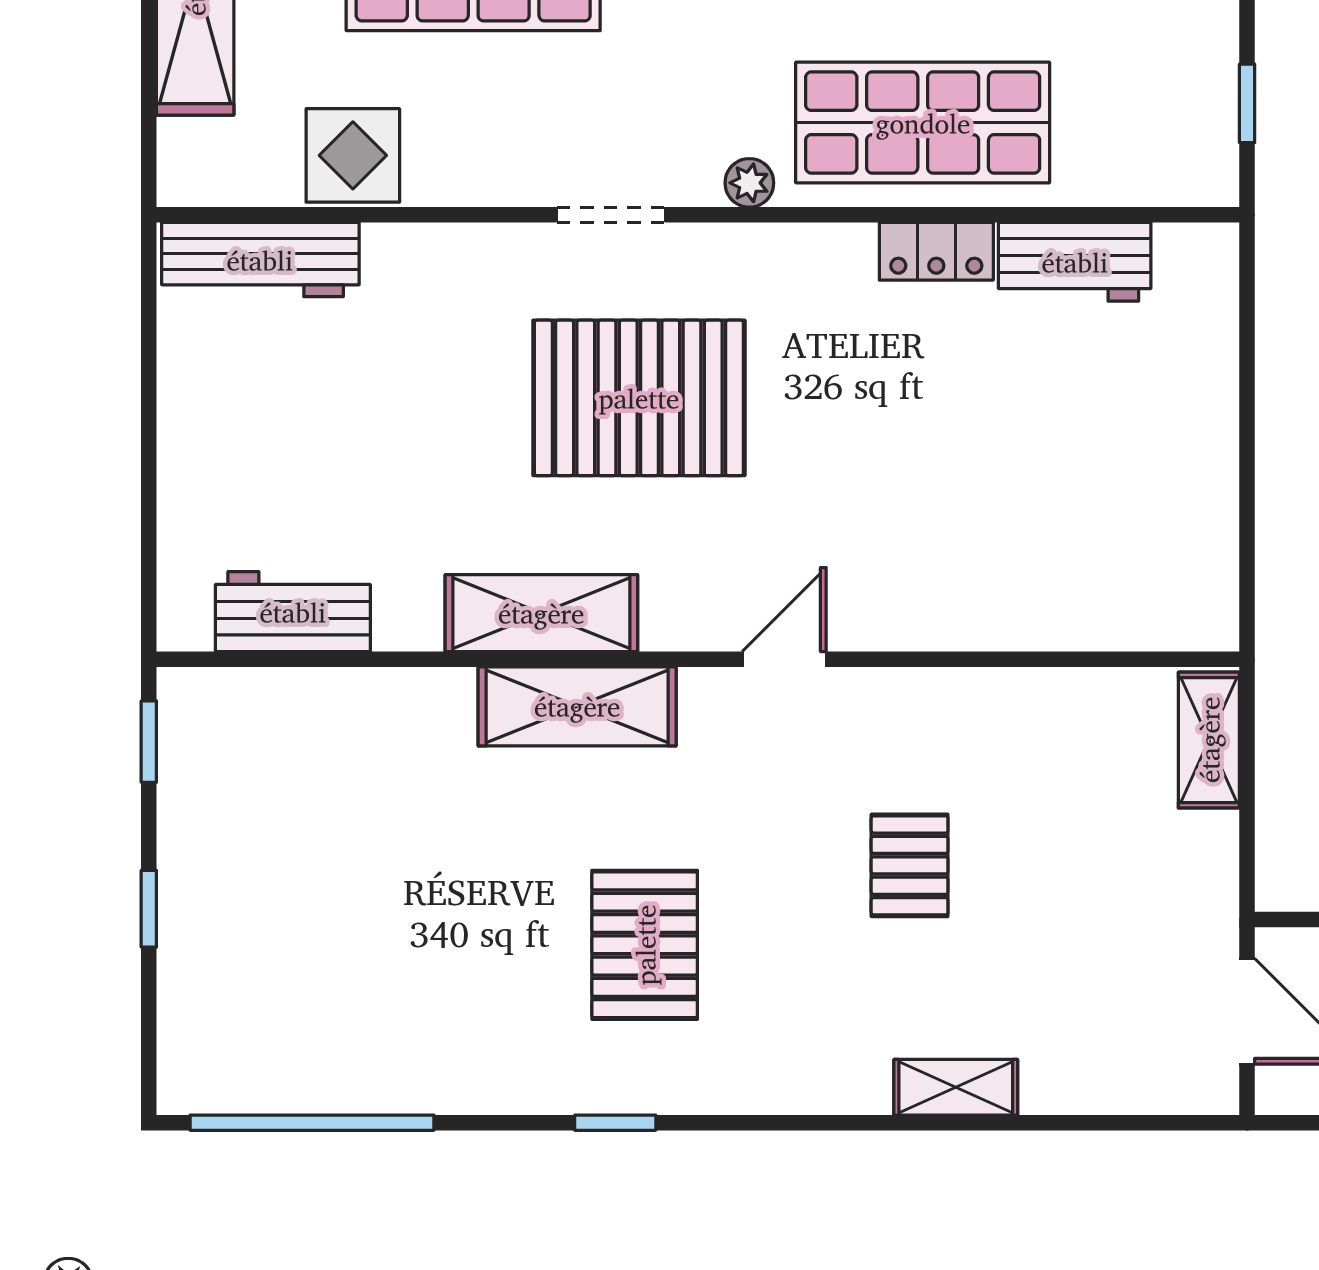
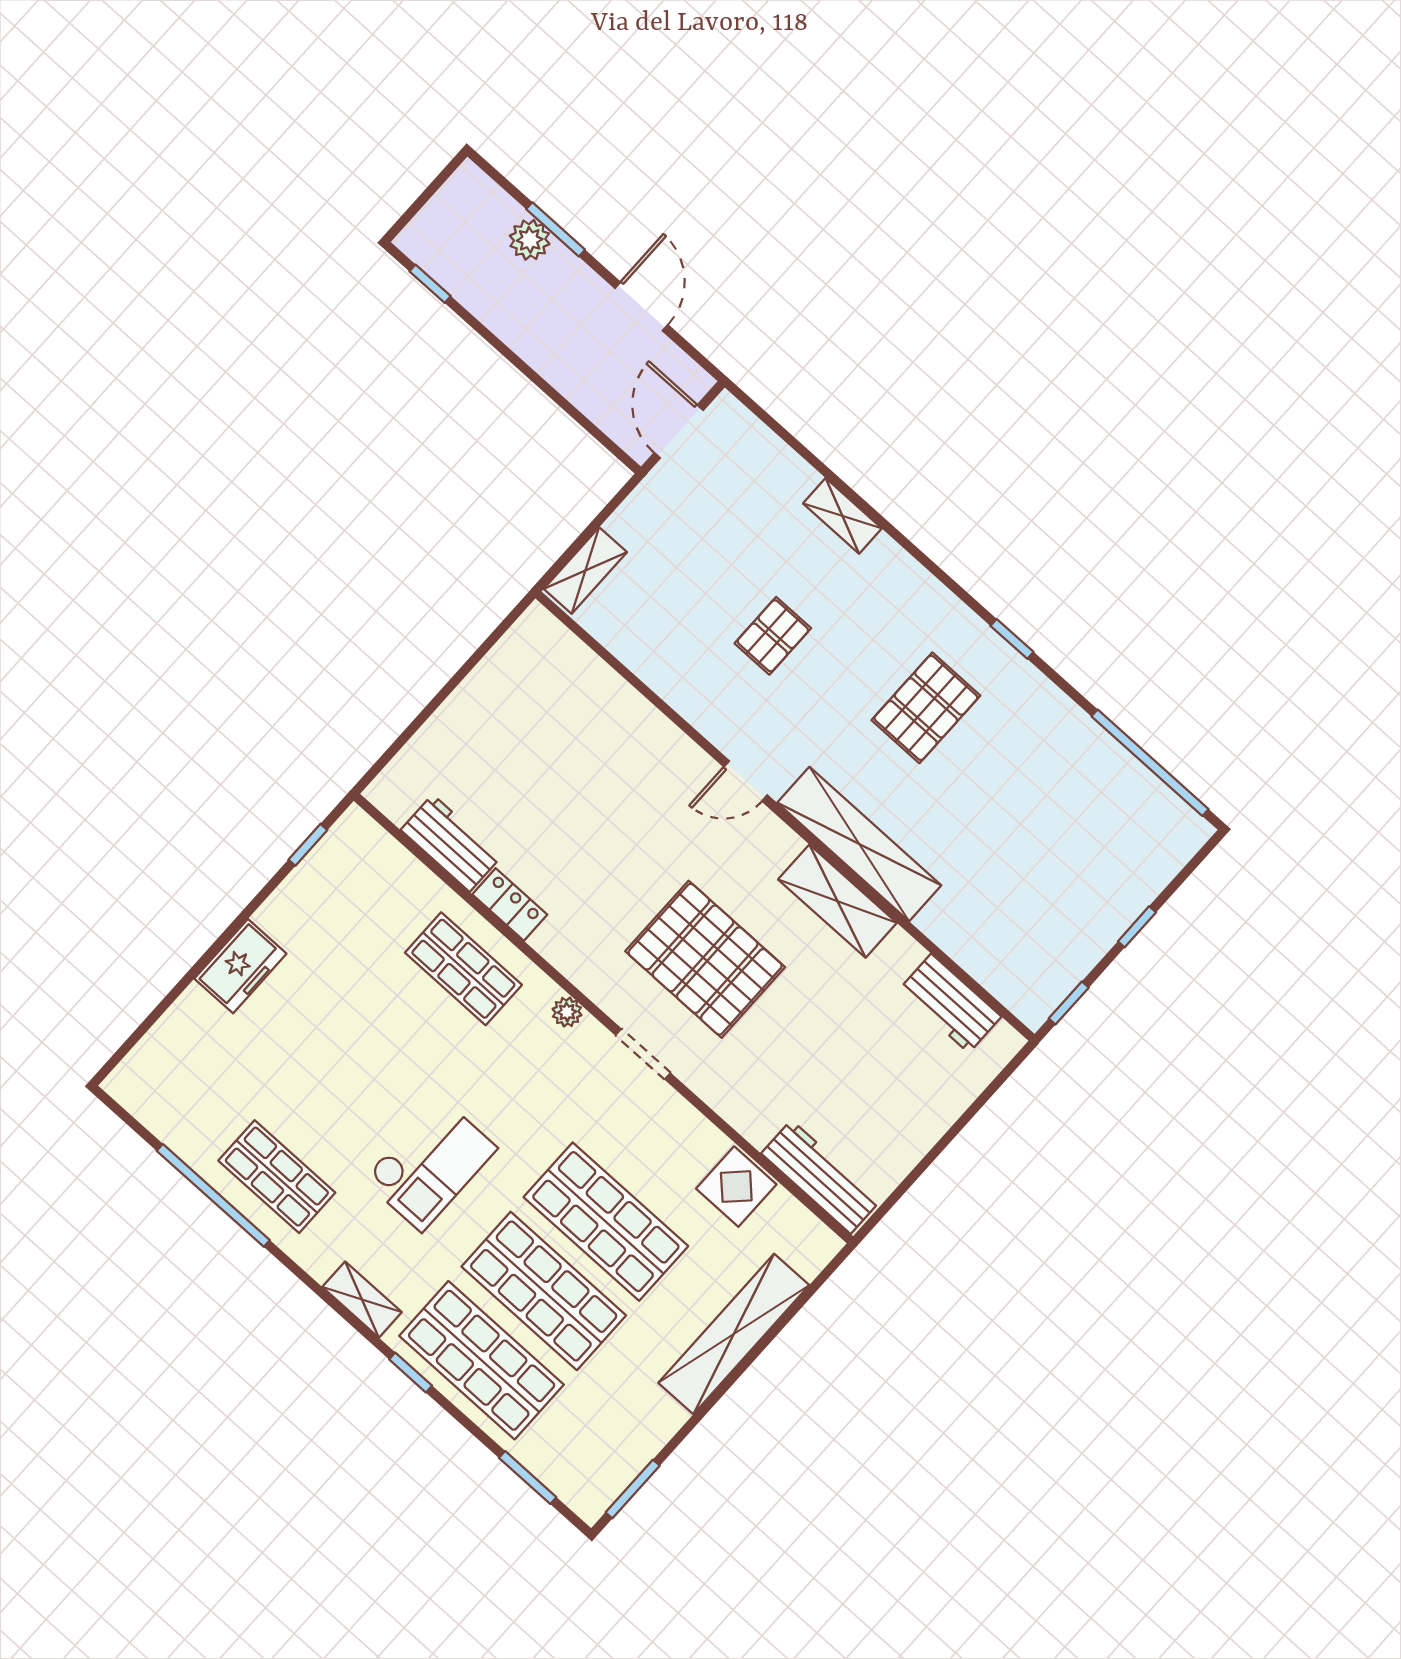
shop shelf: (923, 123) -> (463, 969), width x0.70, depth x0.74
shelving: (577, 706) -> (859, 844), width x1.47

